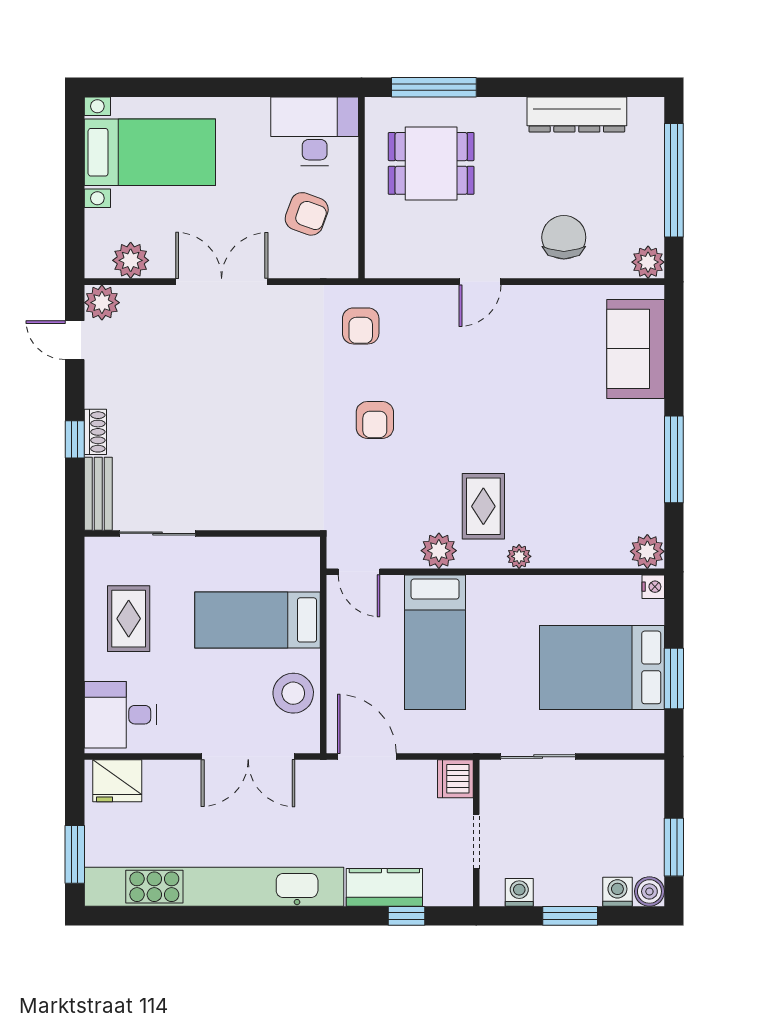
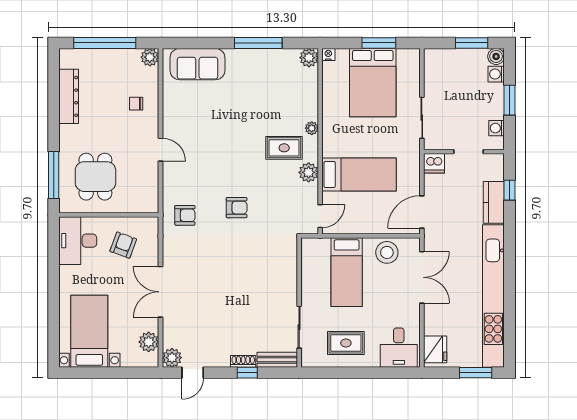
chair: (564, 237) -> (136, 104), width x0.54, depth x0.54

